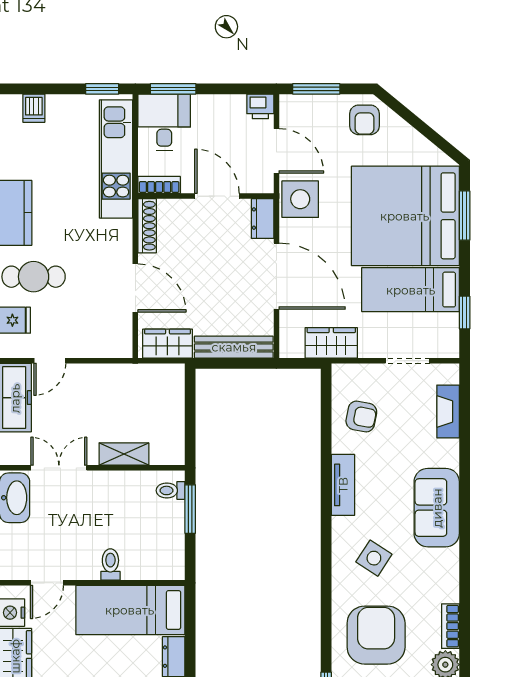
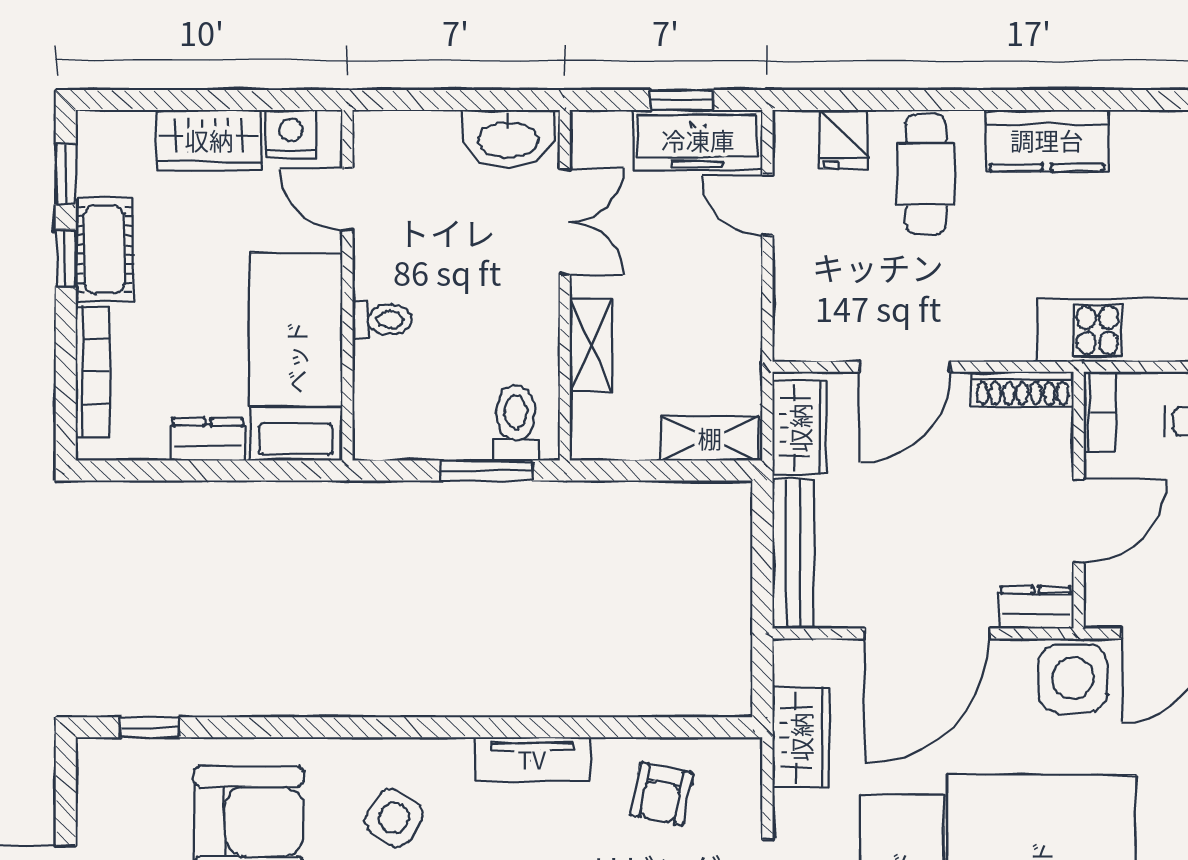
shelving: (173, 391) -> (710, 438), added
toilet: (171, 490) -> (516, 423), width x1.37, depth x1.39

